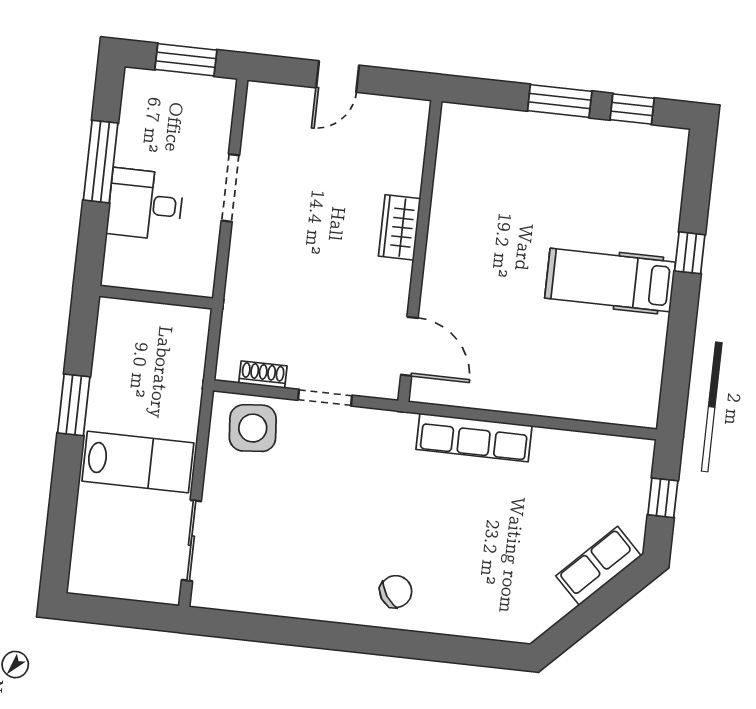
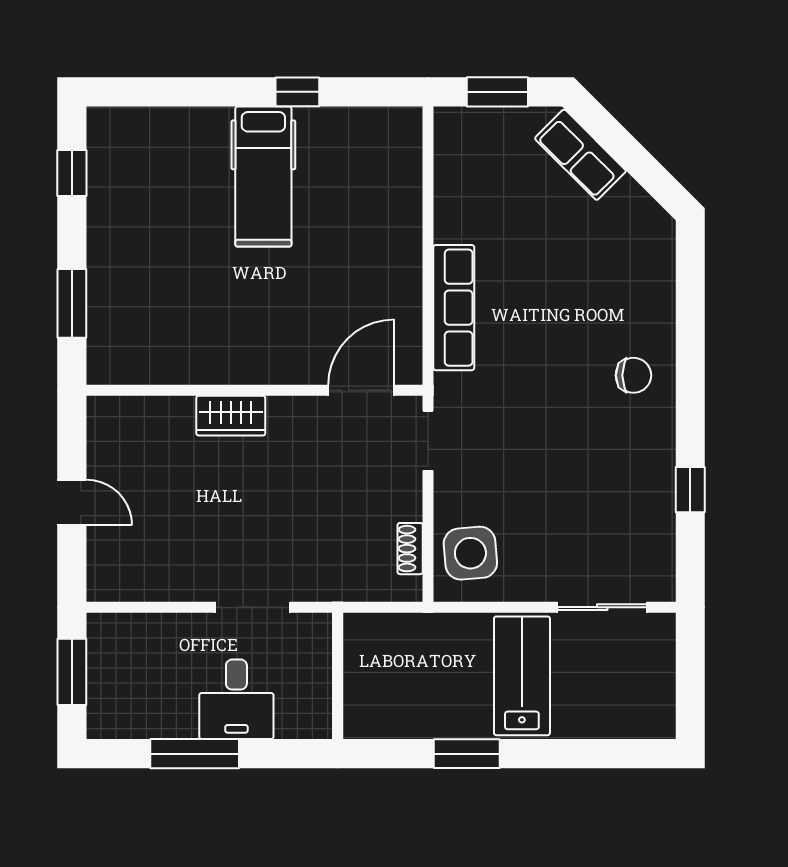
window: (560, 101) -> (72, 303), moved
doorway: (230, 188) -> (253, 607), moved
window: (690, 253) -> (297, 92), moved
doorway: (325, 398) -> (428, 441), moved
window: (663, 498) -> (497, 92), width x1.50
chair: (396, 591) -> (633, 375), turned 124
window: (288, 631) -> (690, 490), added

